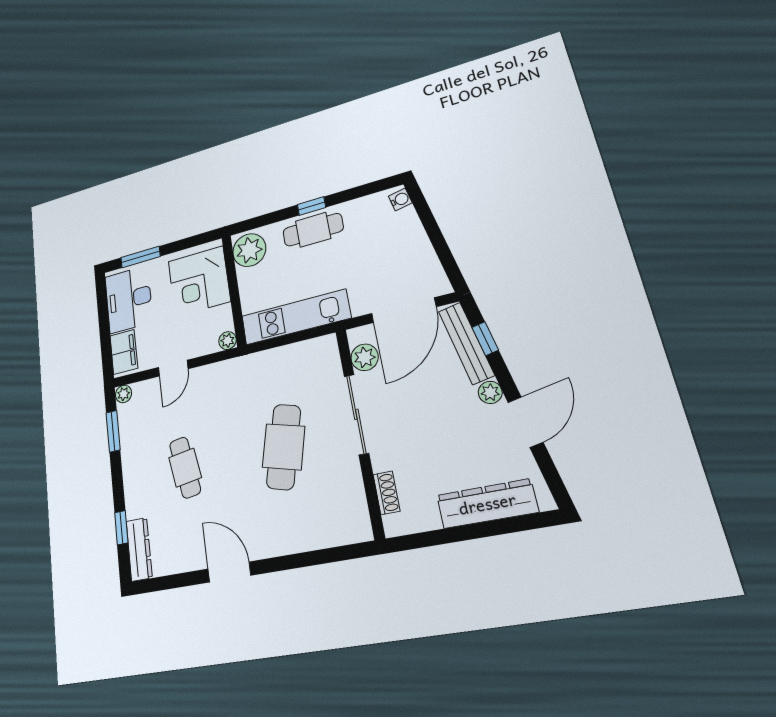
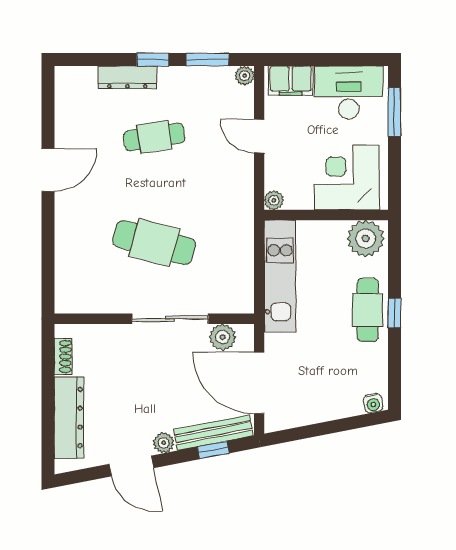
shoe rack: (386, 493) -> (63, 356), moved, turned -90
window: (121, 528) -> (153, 60), moved
dresser: (139, 549) -> (127, 77), moved

